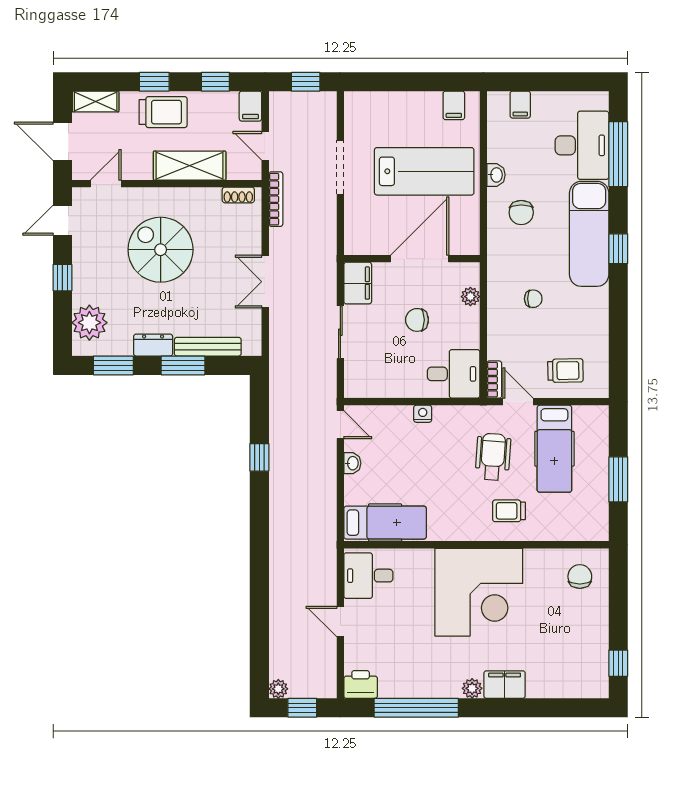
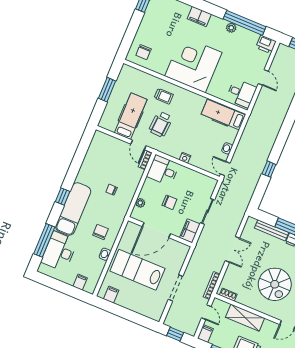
trolley: (565, 371) -> (110, 150), removed
plant: (472, 688) -> (231, 28), moved

